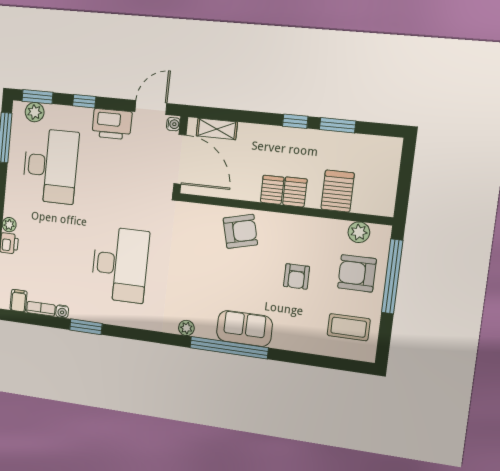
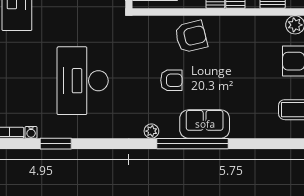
desk: (120, 264) -> (83, 81), turned 180
armchair: (297, 276) -> (171, 80), moved, turned -90

